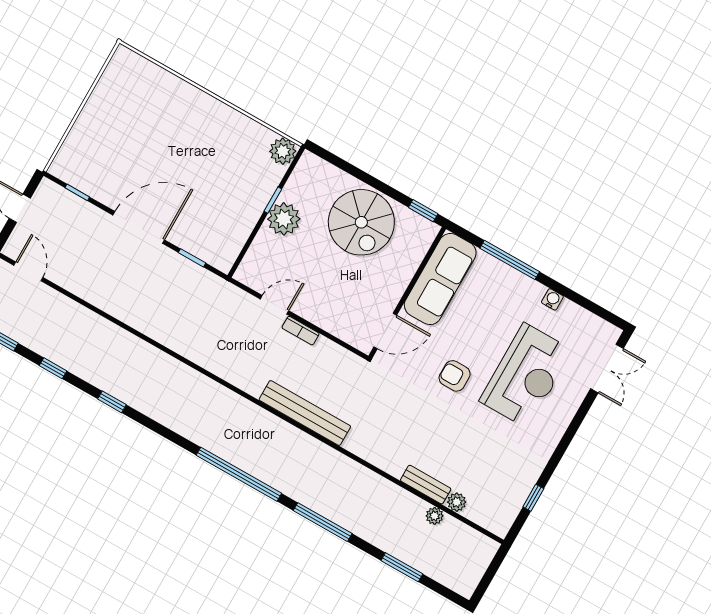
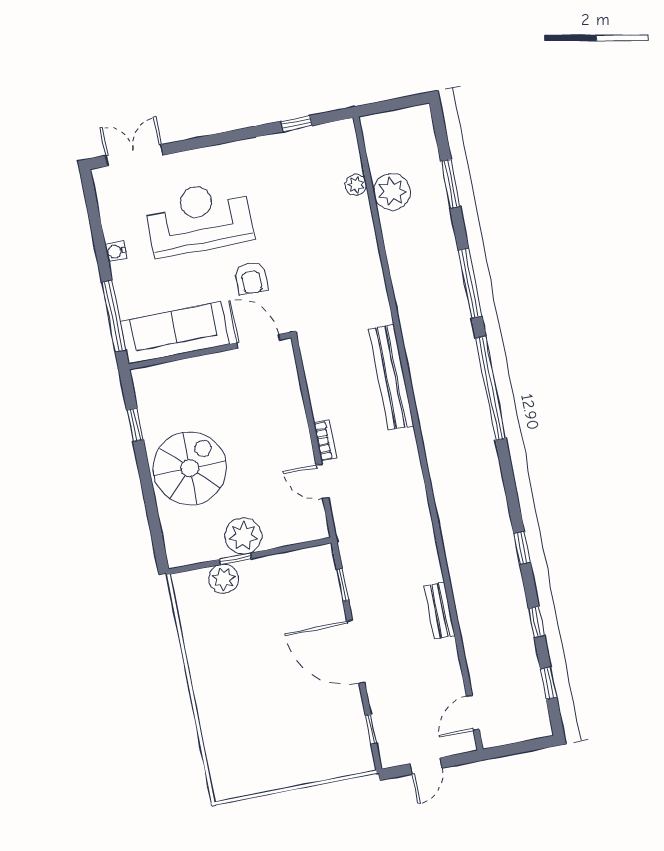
plant: (283, 151) -> (224, 579), moved
sofa: (440, 279) -> (175, 333), moved
wall: (407, 292) -> (210, 351), moved
door: (385, 331) -> (258, 341), moved
bench: (426, 485) -> (440, 611), moved
plant: (435, 516) -> (392, 192), width x1.87, depth x1.87

